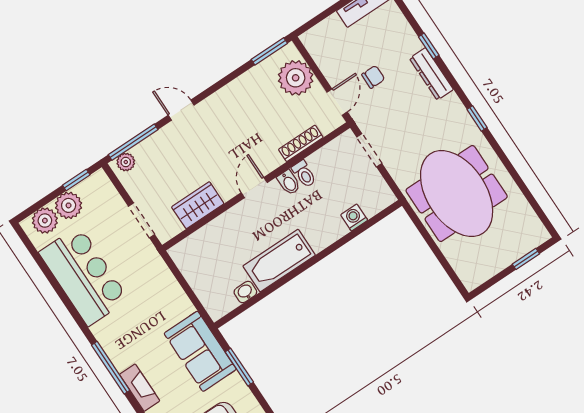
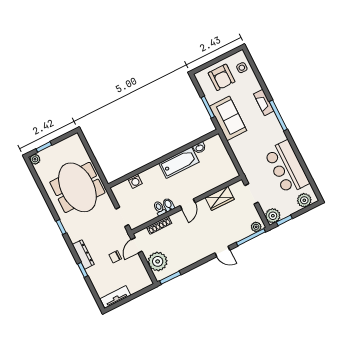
plant: (69, 205) -> (273, 216), moved
plant: (539, 235) -> (35, 159), added

